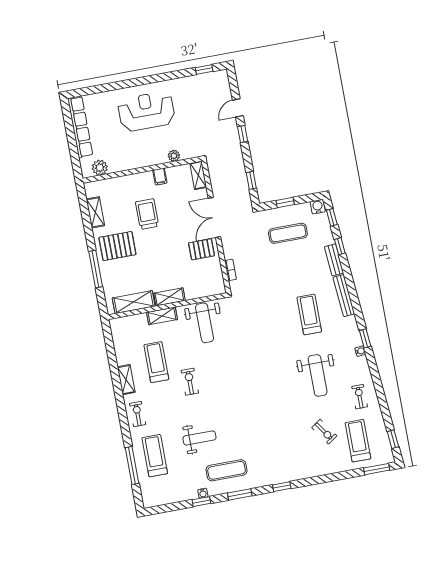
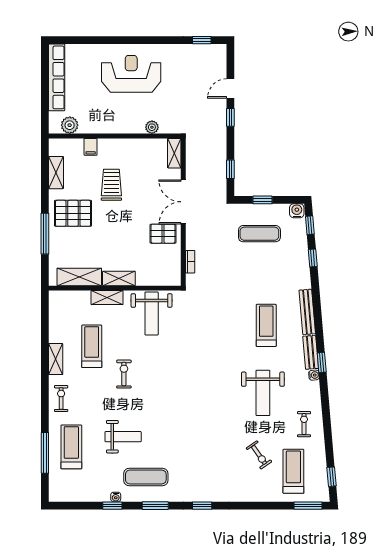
filing cabinet: (160, 177) -> (91, 147), moved
bench: (334, 260) -> (311, 352), moved

